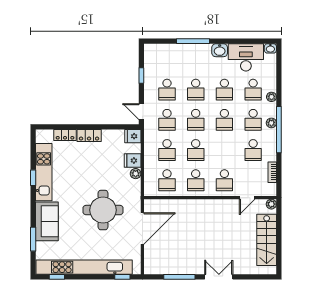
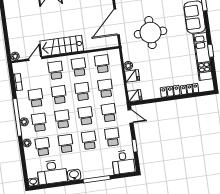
desk: (158, 57) -> (123, 162), added
school desk: (224, 150) -> (59, 95), added
stairs: (267, 240) -> (62, 46), moved, turned -90

